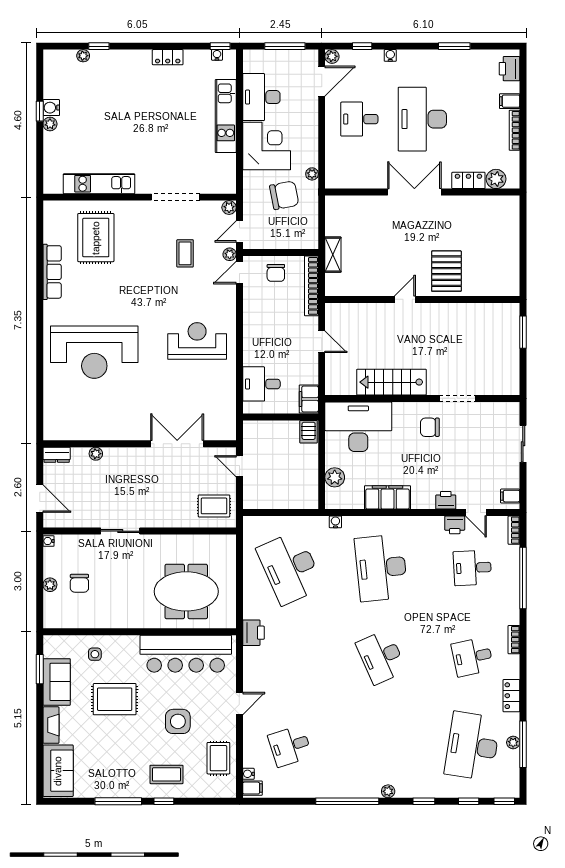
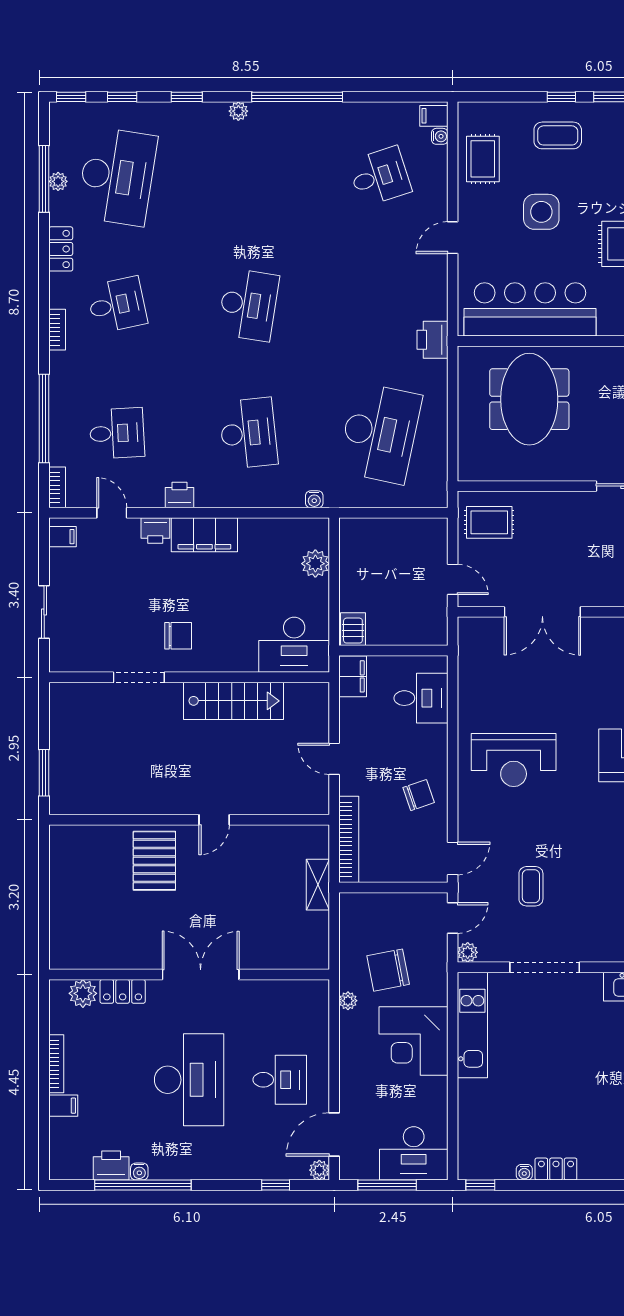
window: (454, 46) -> (143, 1185), width x2.11
water cooler: (217, 55) -> (524, 1172), moved
water cooler: (390, 55) -> (139, 1172), moved
printer: (509, 69) -> (111, 1165), moved, turned -90
desk: (261, 97) -> (414, 1153), moved, turned 90
kitchen unit: (226, 116) -> (472, 1025), moved
double door: (414, 192) -> (201, 975), swing flipped
plant: (230, 254) -> (467, 885), removed
chair: (276, 273) -> (419, 795), moved, turned 71
desk: (358, 427) -> (294, 645), width x0.73, depth x0.77
filing cabinet: (387, 497) -> (204, 535), moved
printer: (455, 525) -> (180, 495), moved
desk: (290, 568) -> (380, 433), turned 36
desk: (381, 568) -> (248, 433), width x0.73, depth x0.77
meeting table: (186, 591) -> (529, 399), turned 90
desk: (381, 657) -> (248, 305), turned 33

